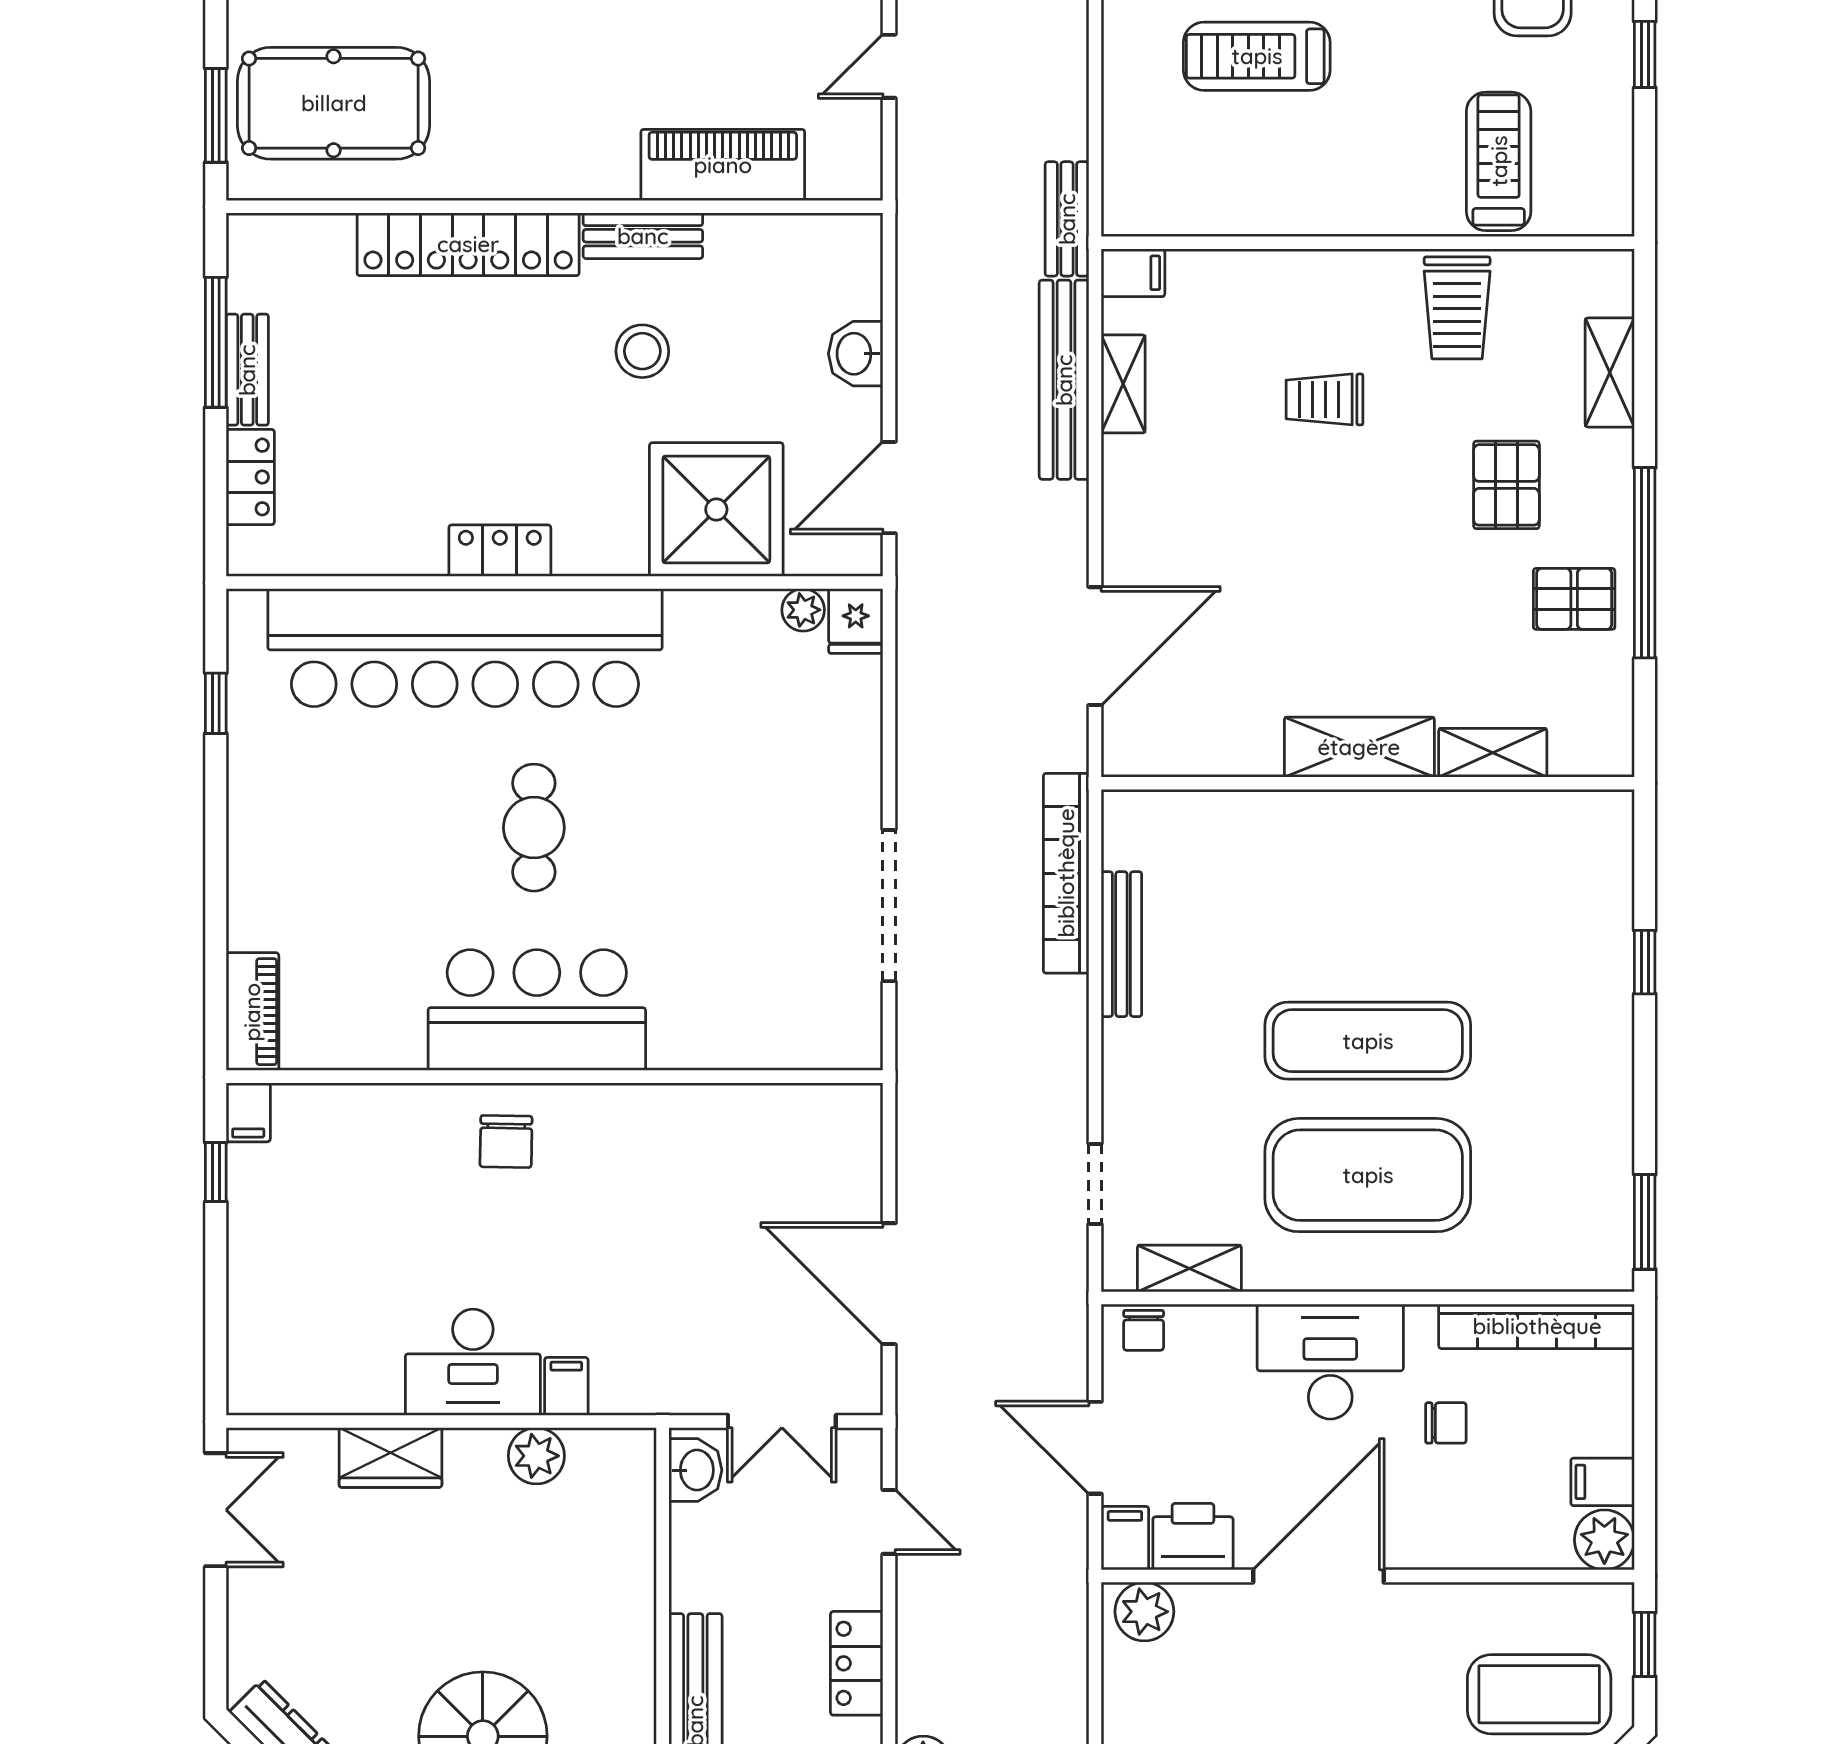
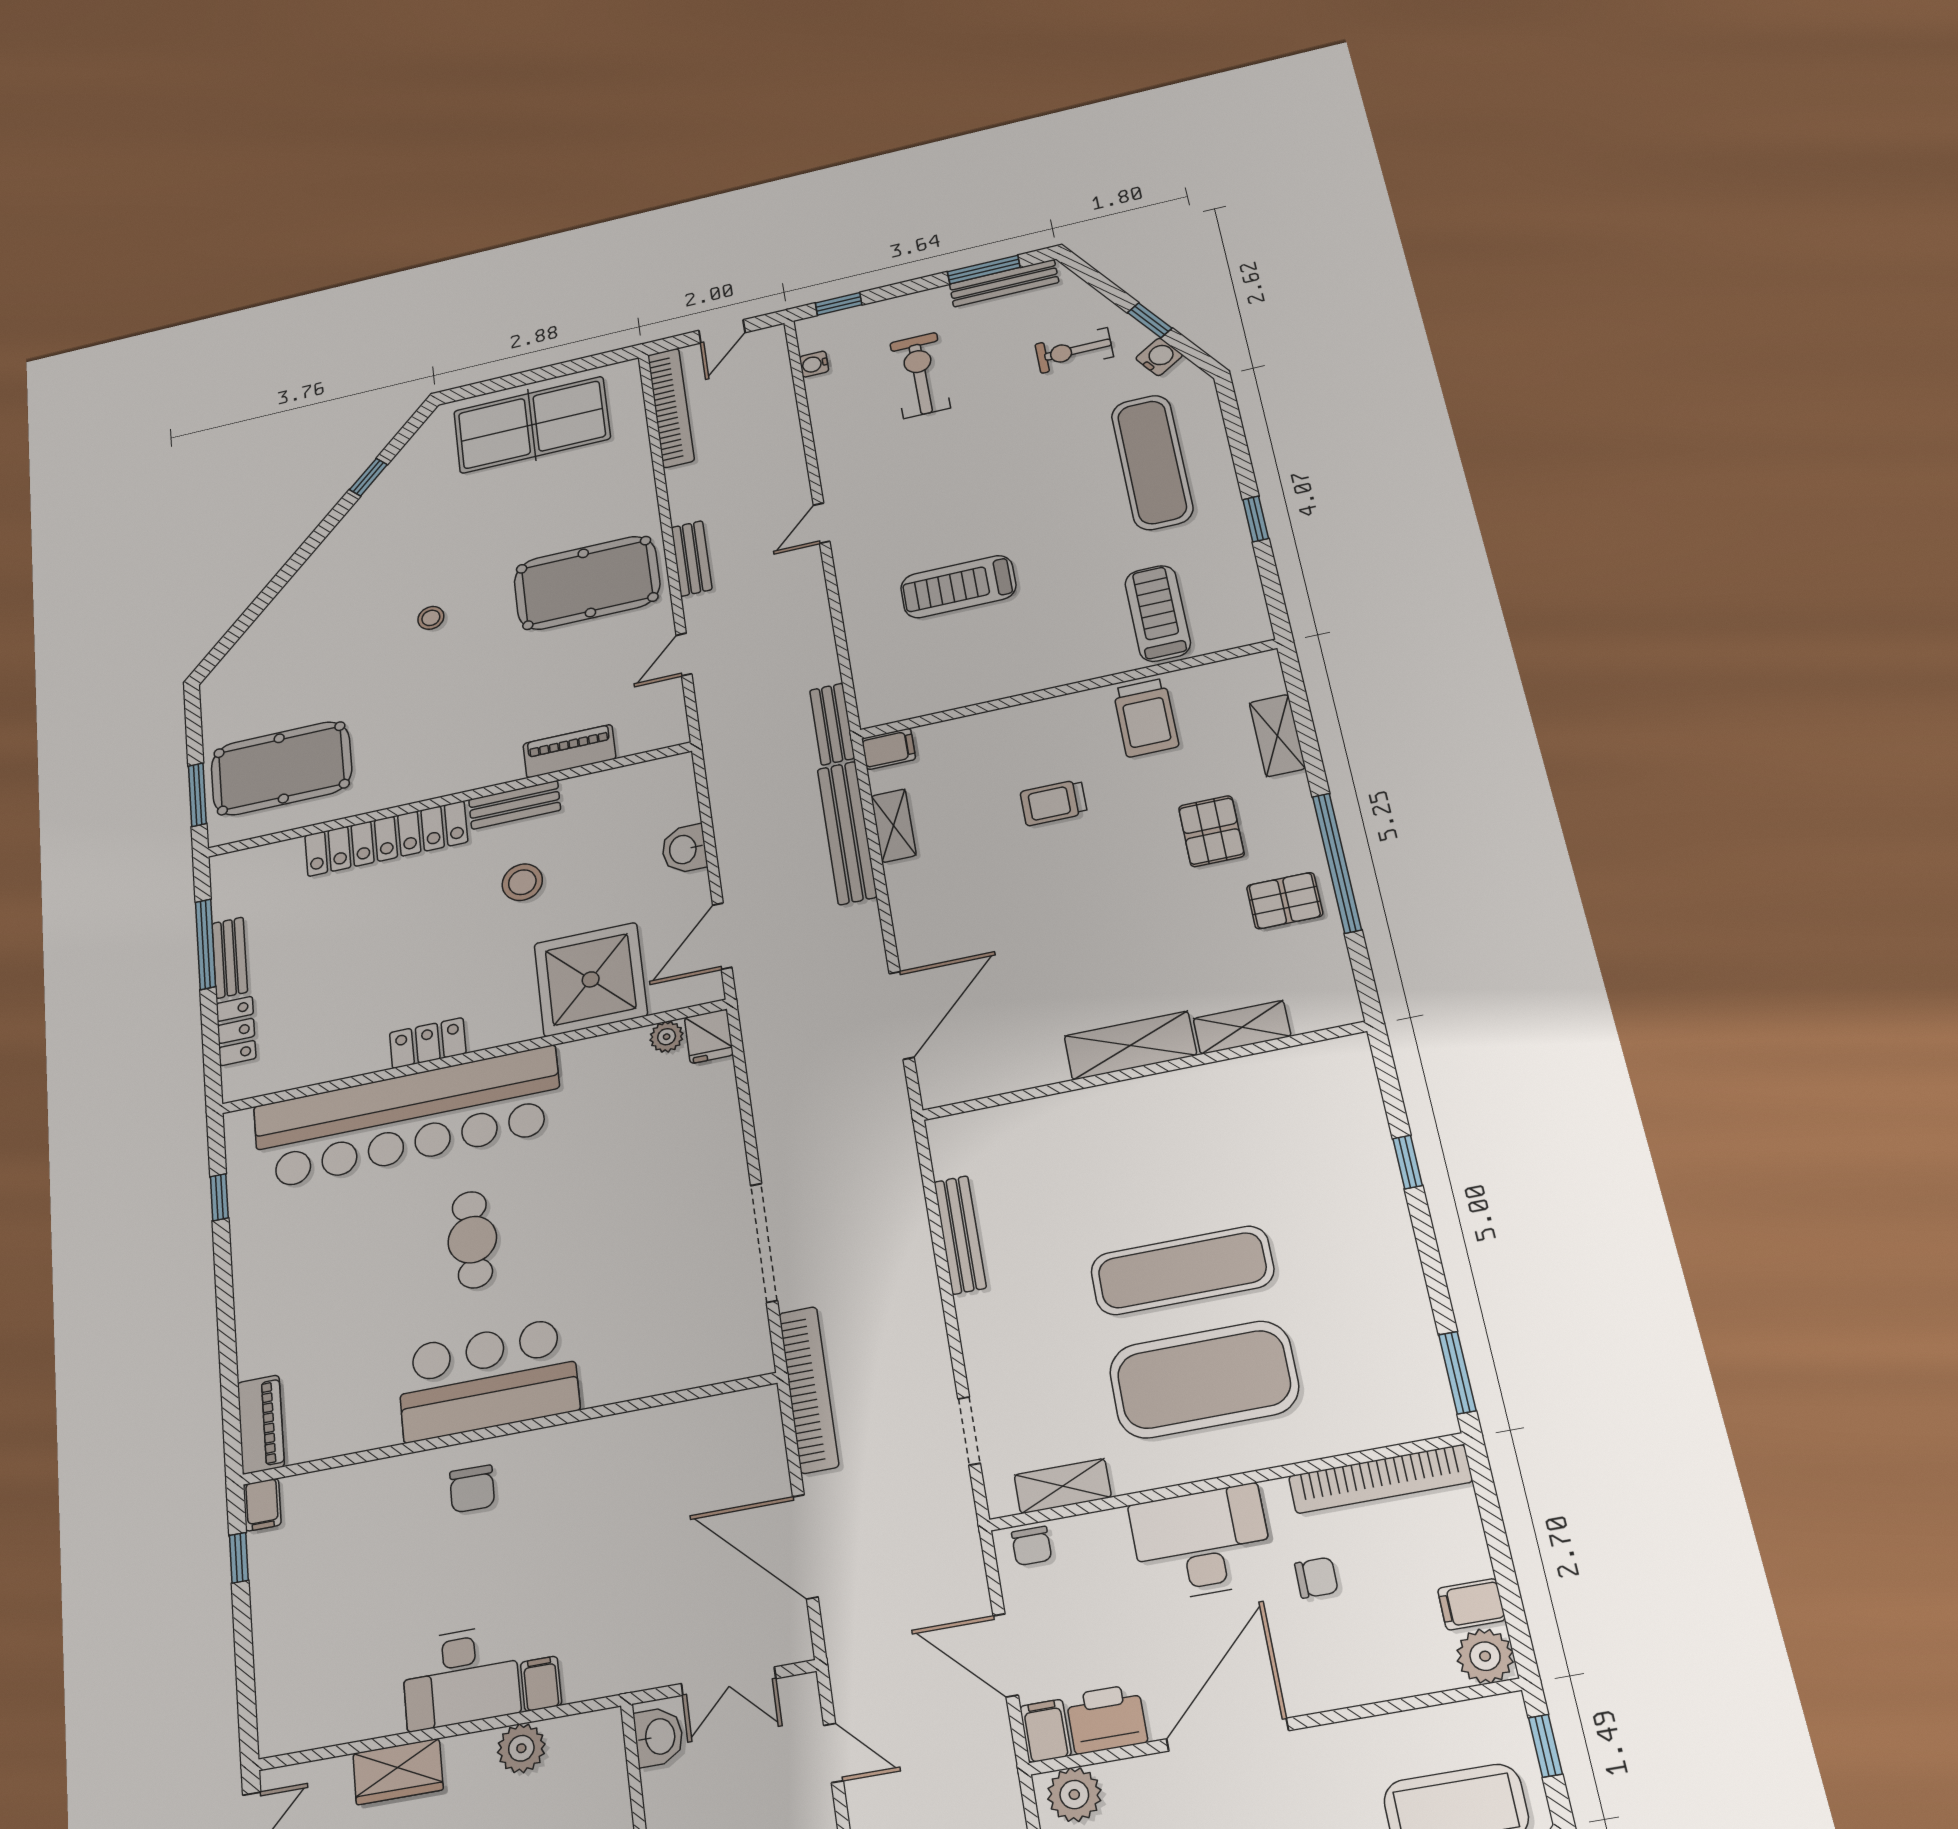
piano: (723, 165) -> (569, 751), width x0.73, depth x0.75
bookcase: (1066, 873) -> (809, 1389), moved, turned 180

